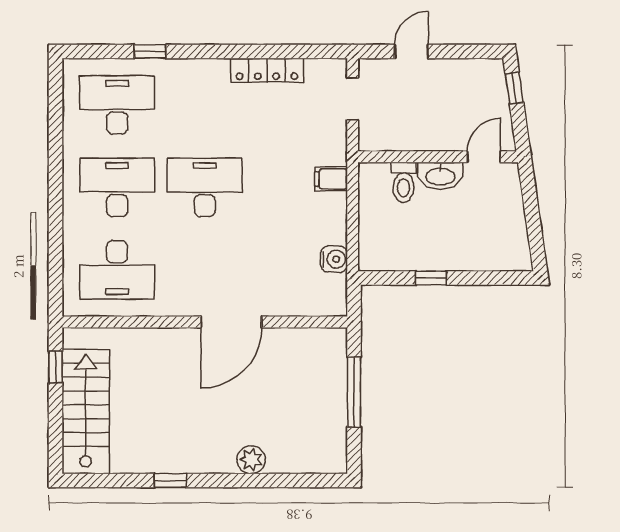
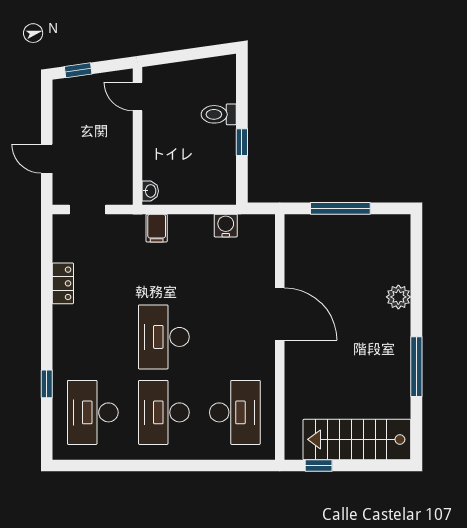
locker: (267, 70) -> (63, 283), width x0.66
washbasin: (440, 176) -> (150, 191), moved, width x0.52, depth x0.69
toilet: (403, 182) -> (219, 114), moved, turned 180
window: (170, 480) -> (416, 367), width x2.17

